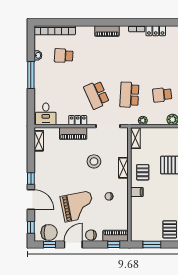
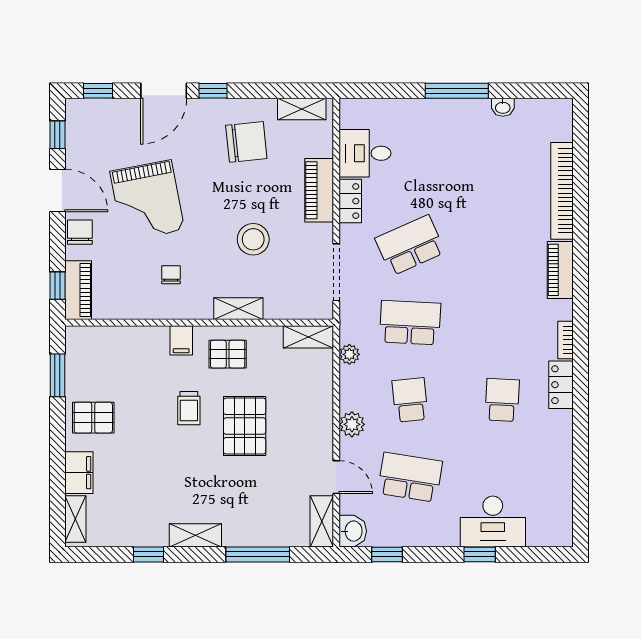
bookcase: (55, 30) -> (562, 191), moved
school desk: (64, 56) -> (502, 400), moved
desk: (46, 114) -> (365, 153), moved
trolley: (166, 189) -> (189, 408), added
chair: (49, 233) -> (246, 142), moved, turned -96

